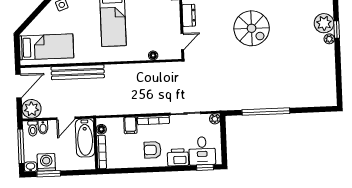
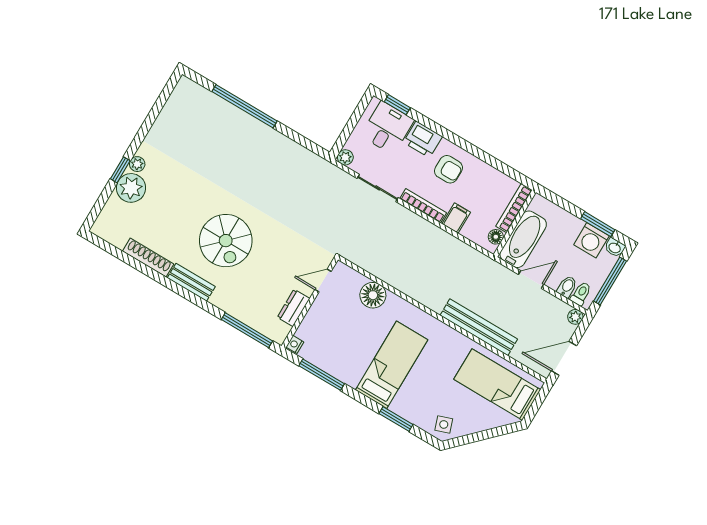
spiral stairs: (252, 28) -> (226, 241), turned 180
floor lamp: (153, 55) -> (373, 295), width x1.89, depth x1.89
plant: (32, 109) -> (575, 317), width x0.53, depth x0.53
window: (266, 112) -> (244, 106), moved

